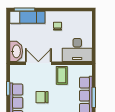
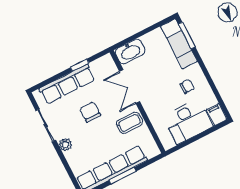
filing cabinet: (85, 16) -> (217, 115), added
desk: (77, 50) -> (188, 121), moved, turned -90
double door: (38, 63) -> (130, 86), swing flipped

